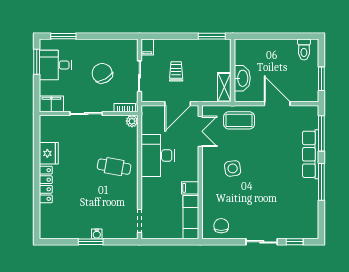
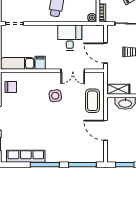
door: (277, 104) -> (105, 130), swing flipped
double door: (200, 131) -> (73, 71), moved
row of seats: (311, 154) -> (26, 156), moved
desk: (158, 155) -> (70, 38), width x0.73

